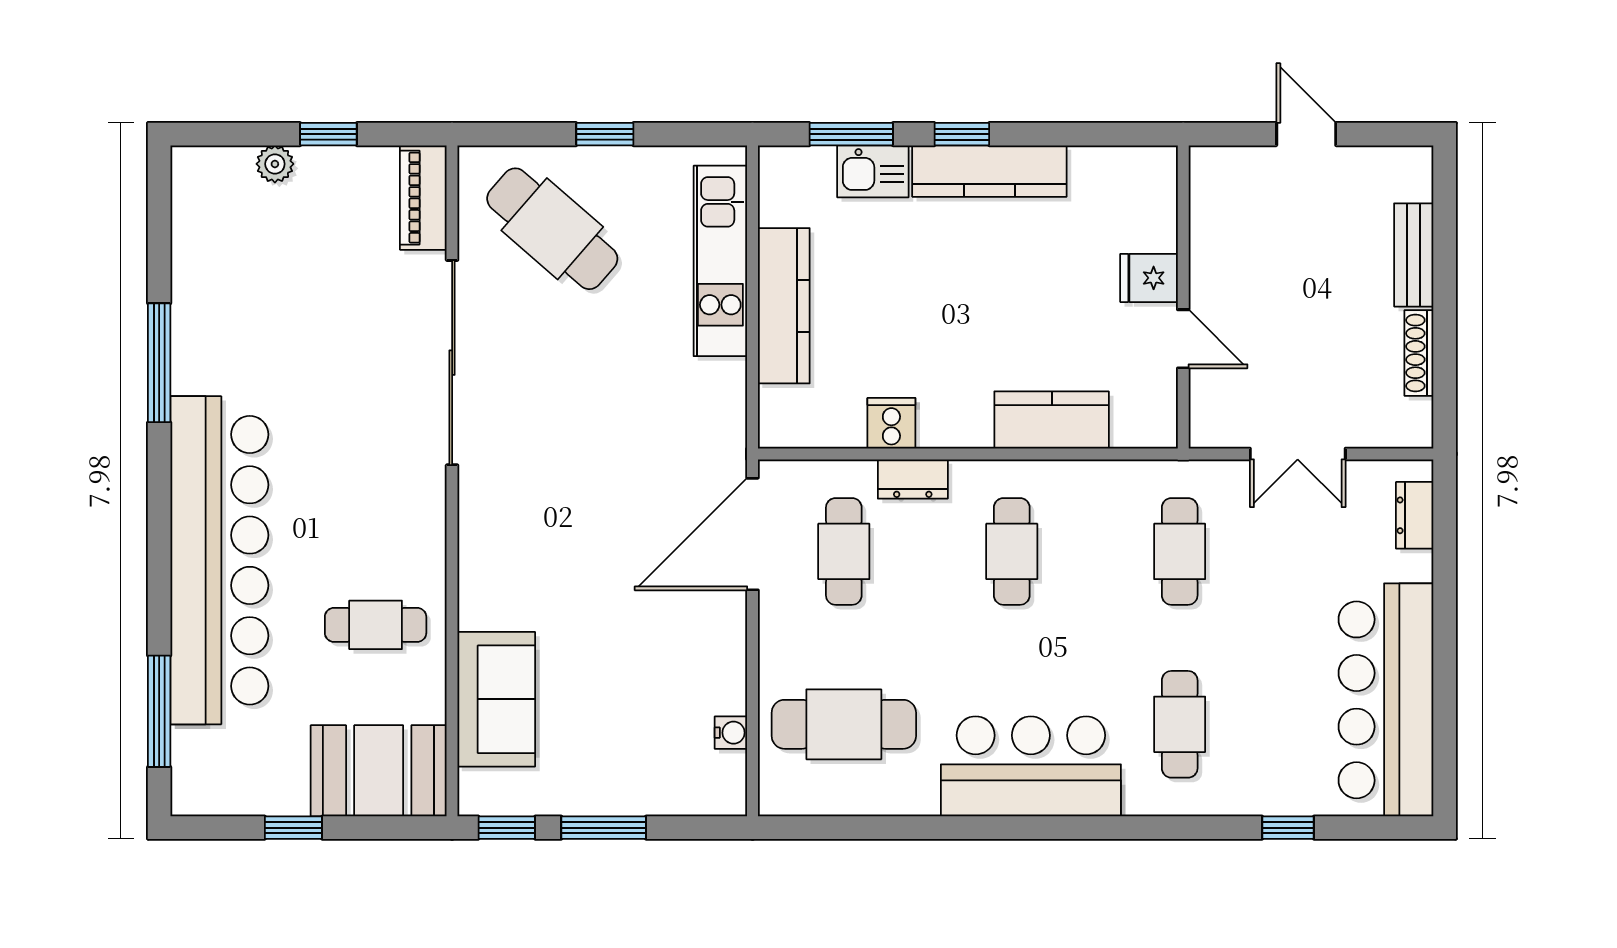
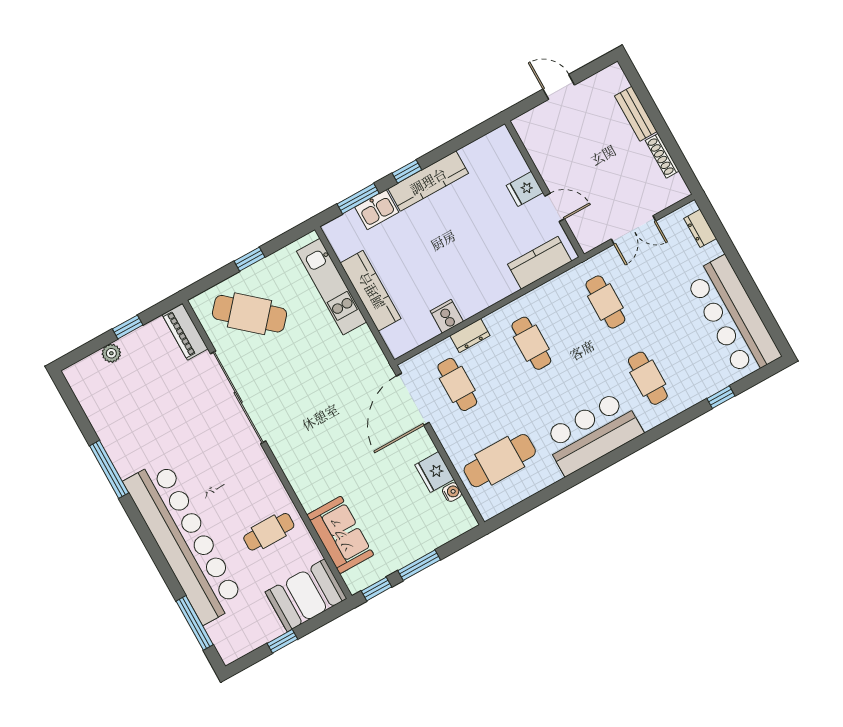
kitchen counter: (1052, 420) -> (540, 263), moved
fridge: (720, 681) -> (434, 472), added

